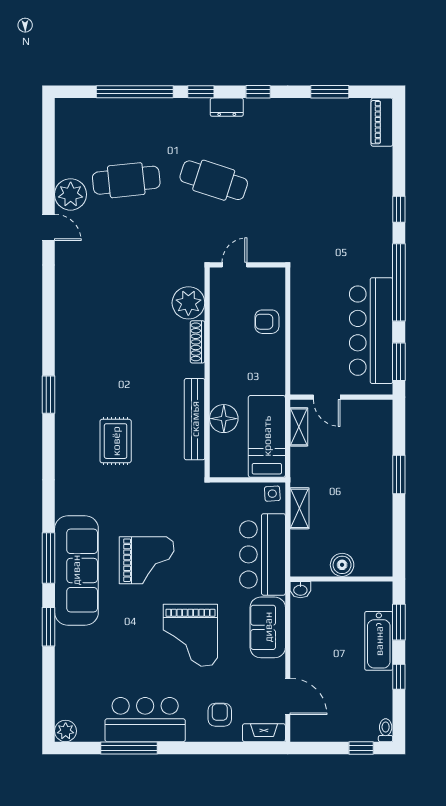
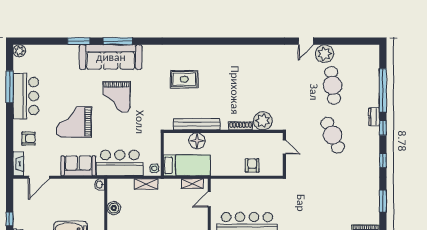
dresser: (227, 107) -> (374, 117), moved
cafe table: (214, 180) -> (333, 135), turned -42
window: (48, 395) -> (211, 41), removed

